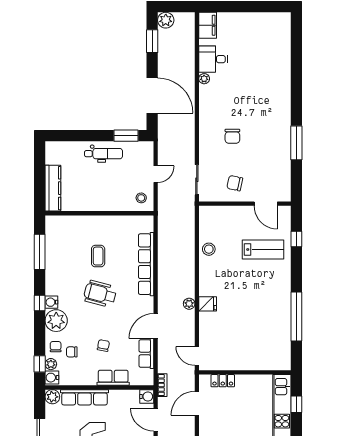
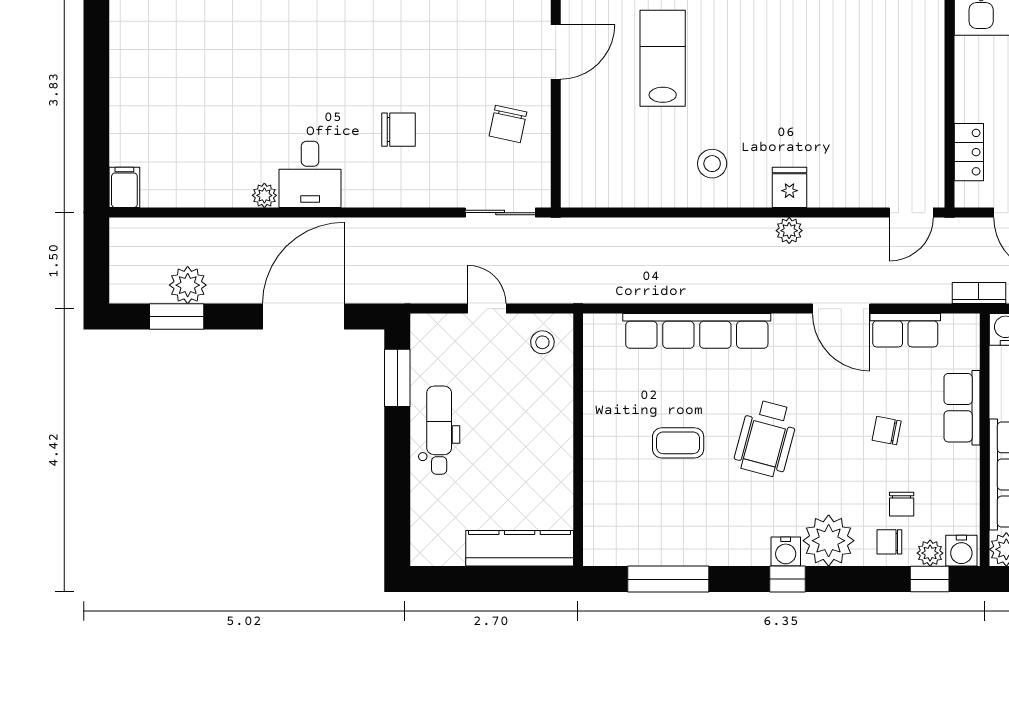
plant: (166, 20) -> (188, 285), moved
filing cabinet: (208, 25) -> (124, 187), width x0.50
desk: (213, 59) -> (310, 174), moved
stool: (209, 249) -> (712, 164), moved

